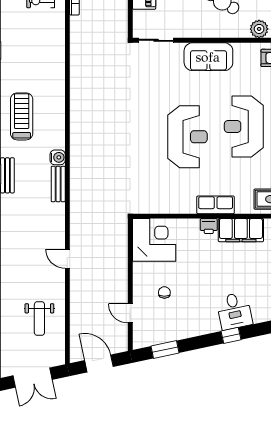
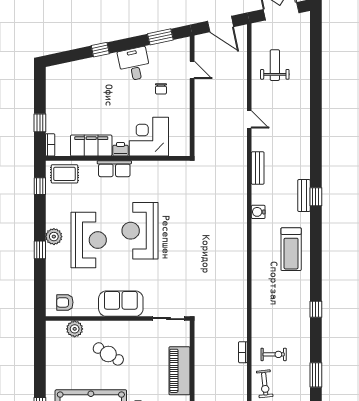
bench: (58, 184) -> (258, 168), moved
corner desk: (154, 240) -> (149, 137), moved, turned 90
desk: (234, 311) -> (134, 64), moved

